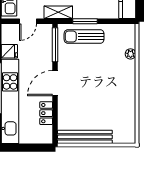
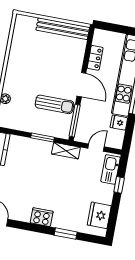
sun lounger: (84, 37) -> (54, 104), moved
door: (55, 83) -> (81, 85), hinge flipped

